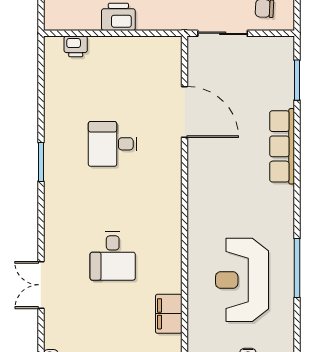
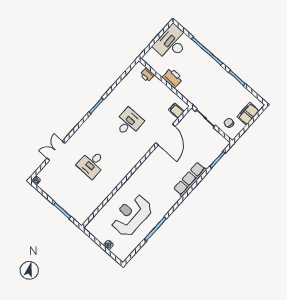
desk: (113, 144) -> (129, 123), turned 90
filing cabinet: (169, 314) -> (176, 111), moved, width x0.50

